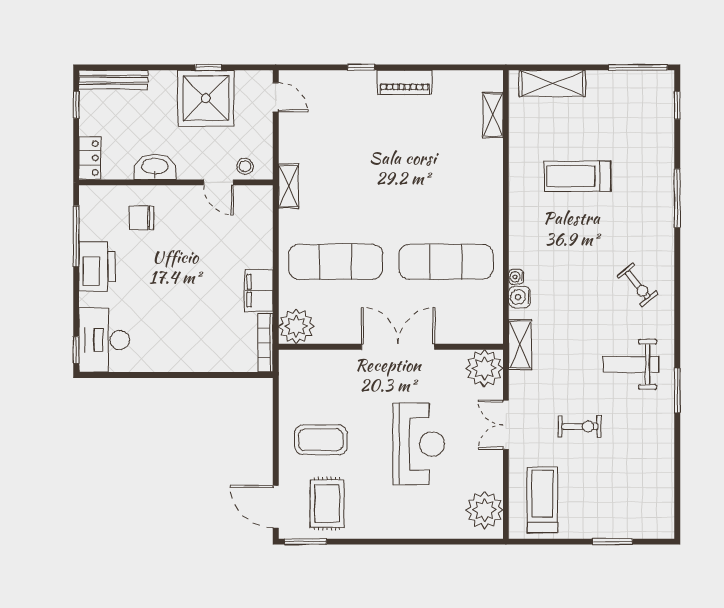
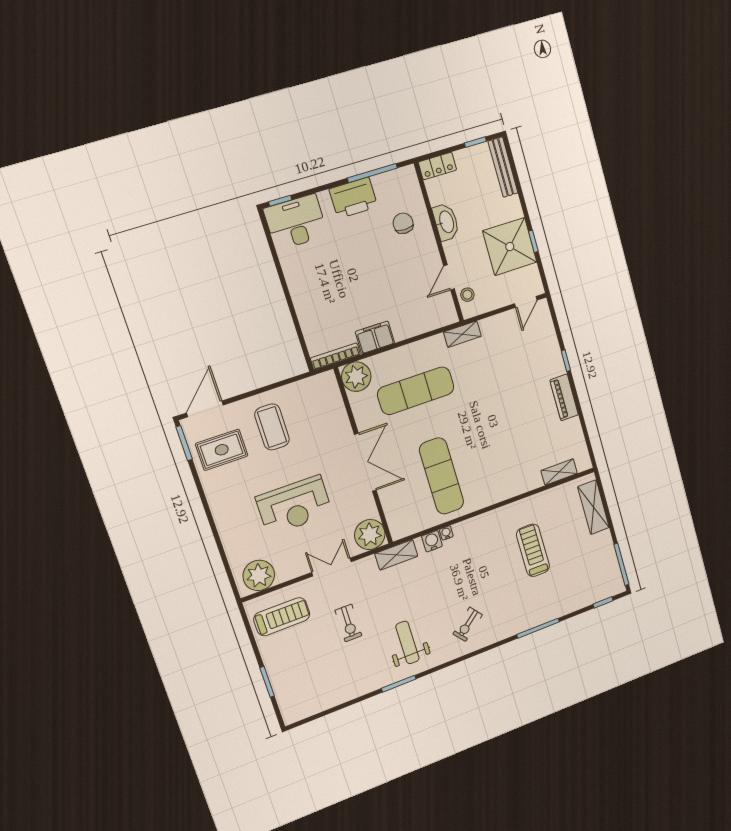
exercise mat: (336, 262) -> (416, 391), turned 90

